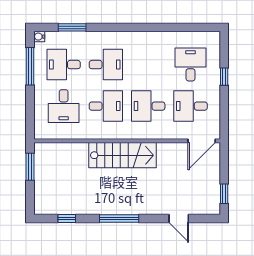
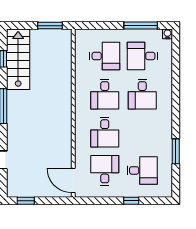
window: (72, 27) -> (176, 151), moved
desk: (64, 65) -> (142, 56), turned -90
desk: (64, 106) -> (105, 56), turned 180
desk: (148, 106) -> (105, 132), turned 180
stairs: (122, 155) -> (18, 59), moved, turned 180

